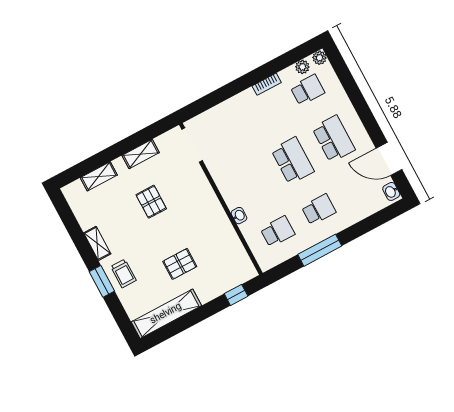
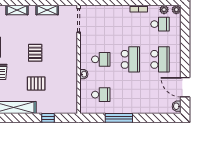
pallet: (151, 202) -> (35, 53), moved
school desk: (319, 210) -> (101, 59), moved
window: (236, 295) -> (48, 118), moved

